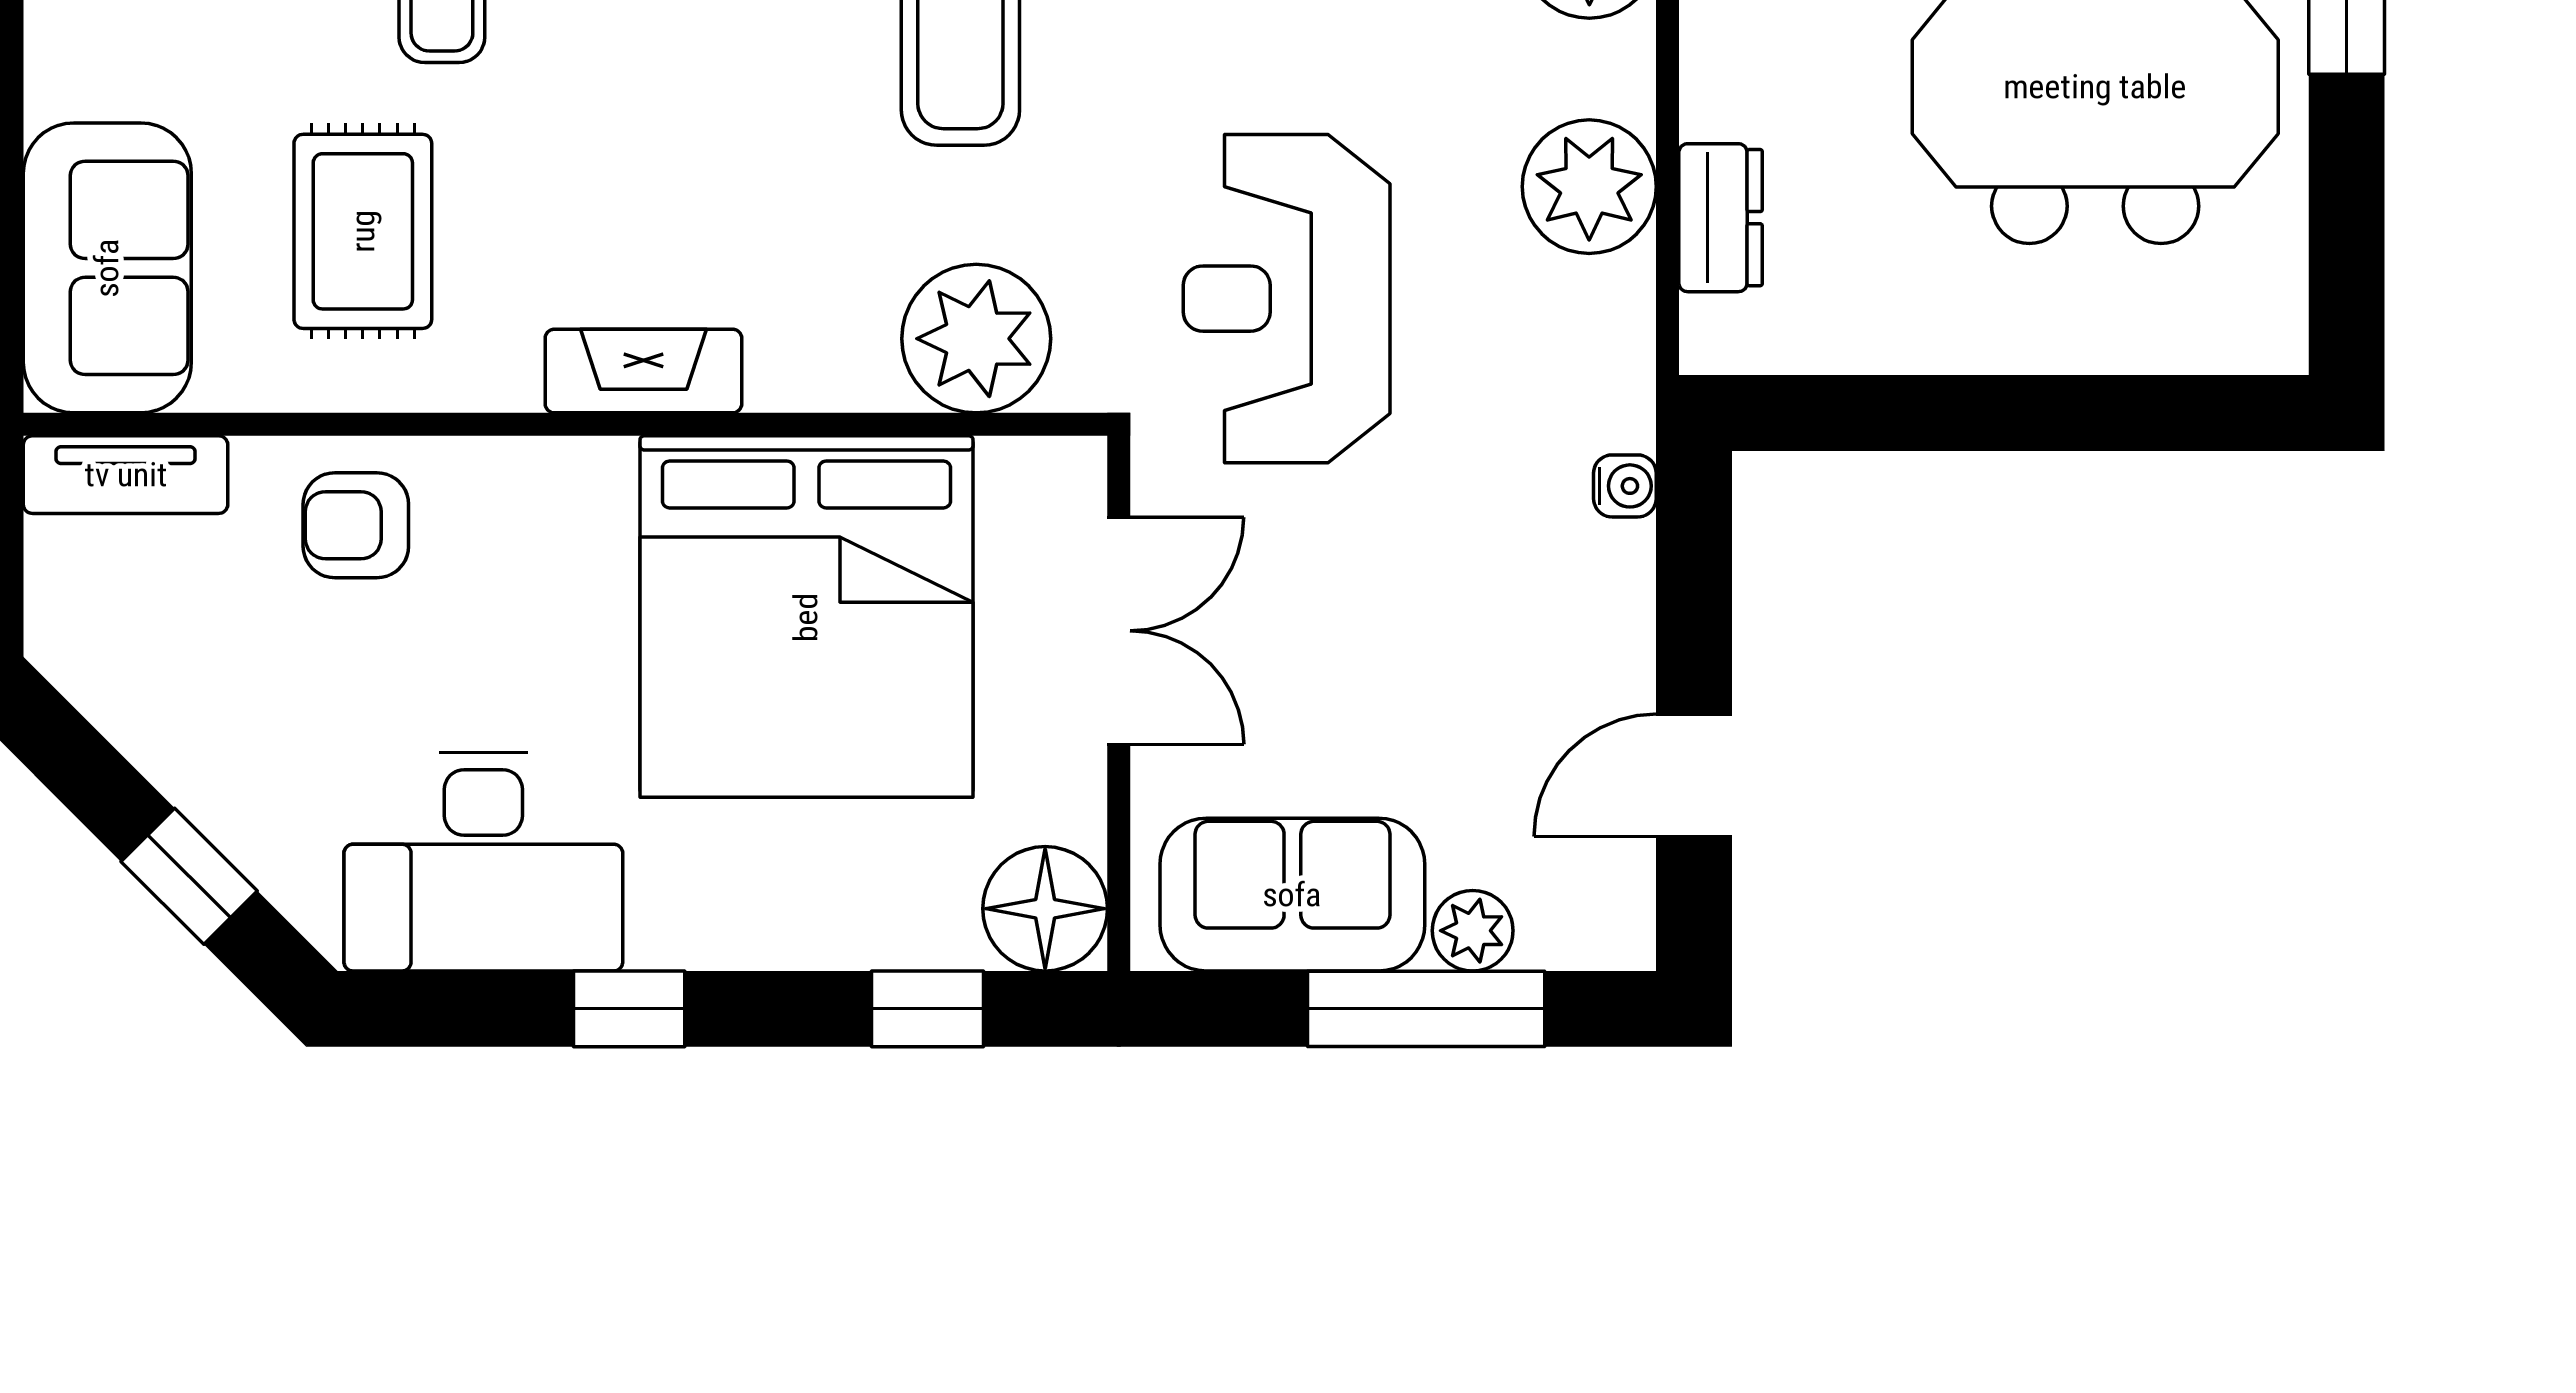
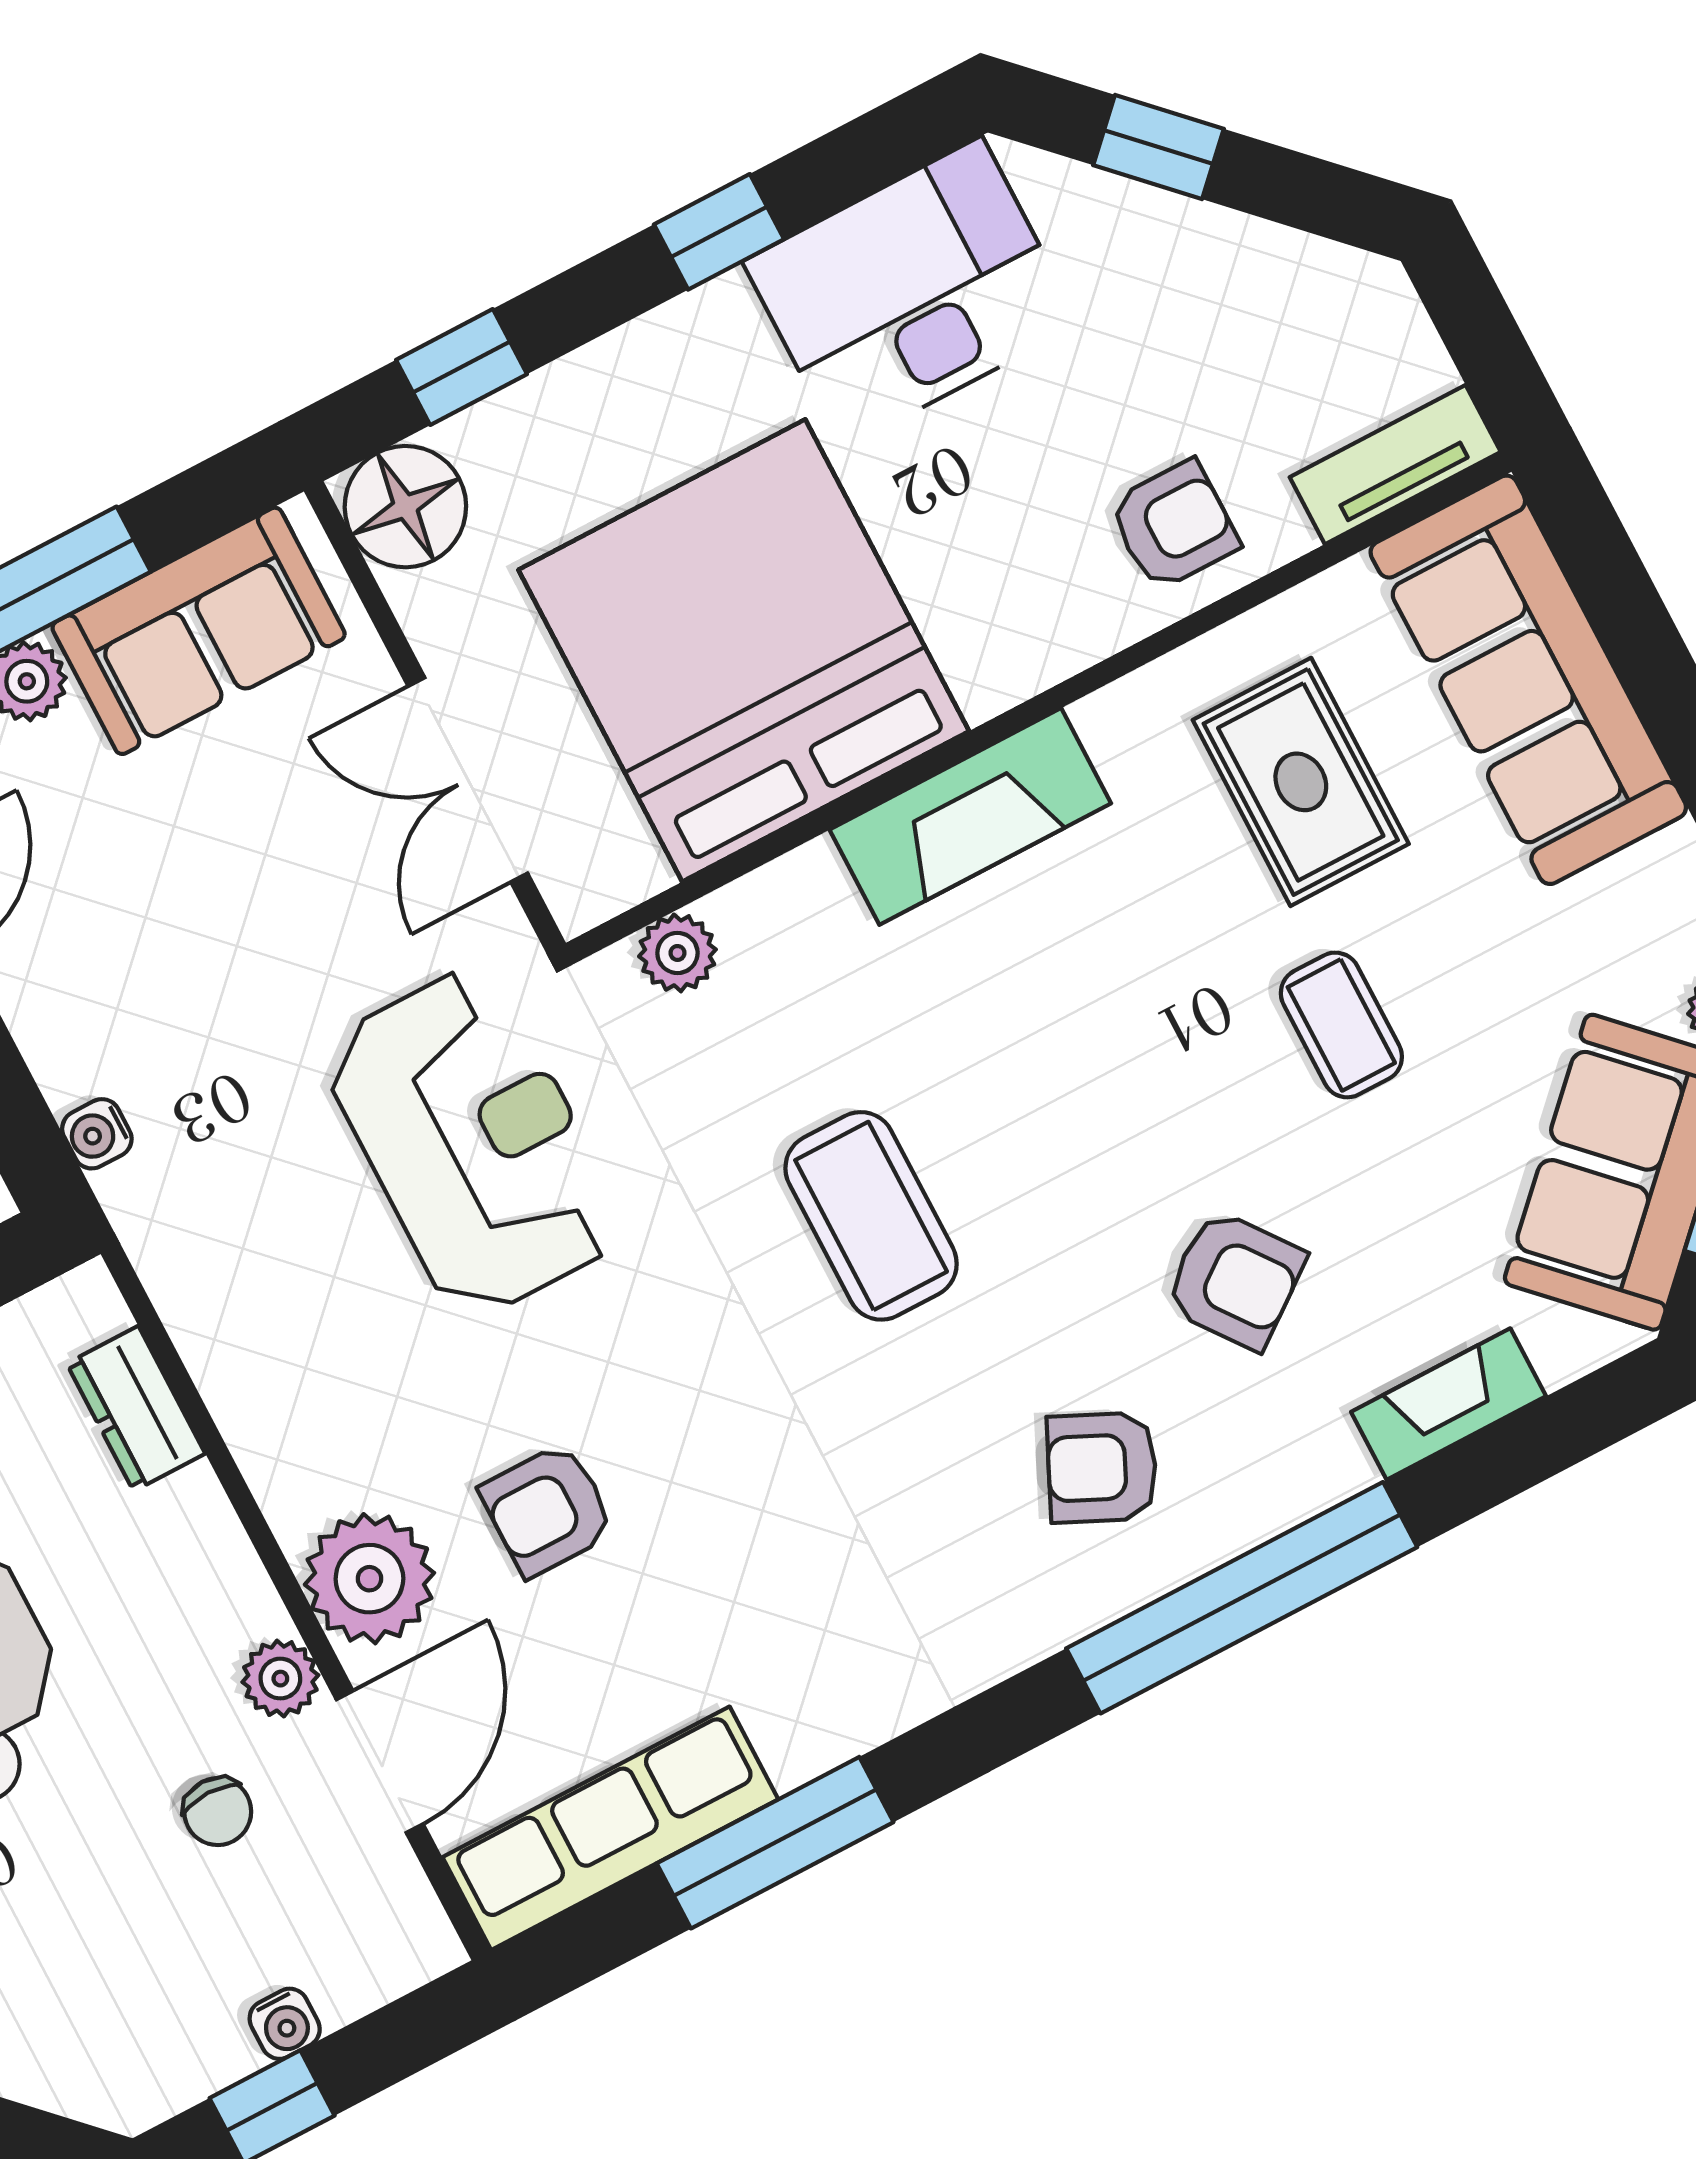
plant: (1589, 187) -> (263, 1376), removed
sofa: (107, 268) -> (1528, 680), width x1.36
plant: (976, 339) -> (677, 953), width x0.53, depth x0.53
fireplace: (643, 371) -> (970, 816), width x1.37, depth x1.32

